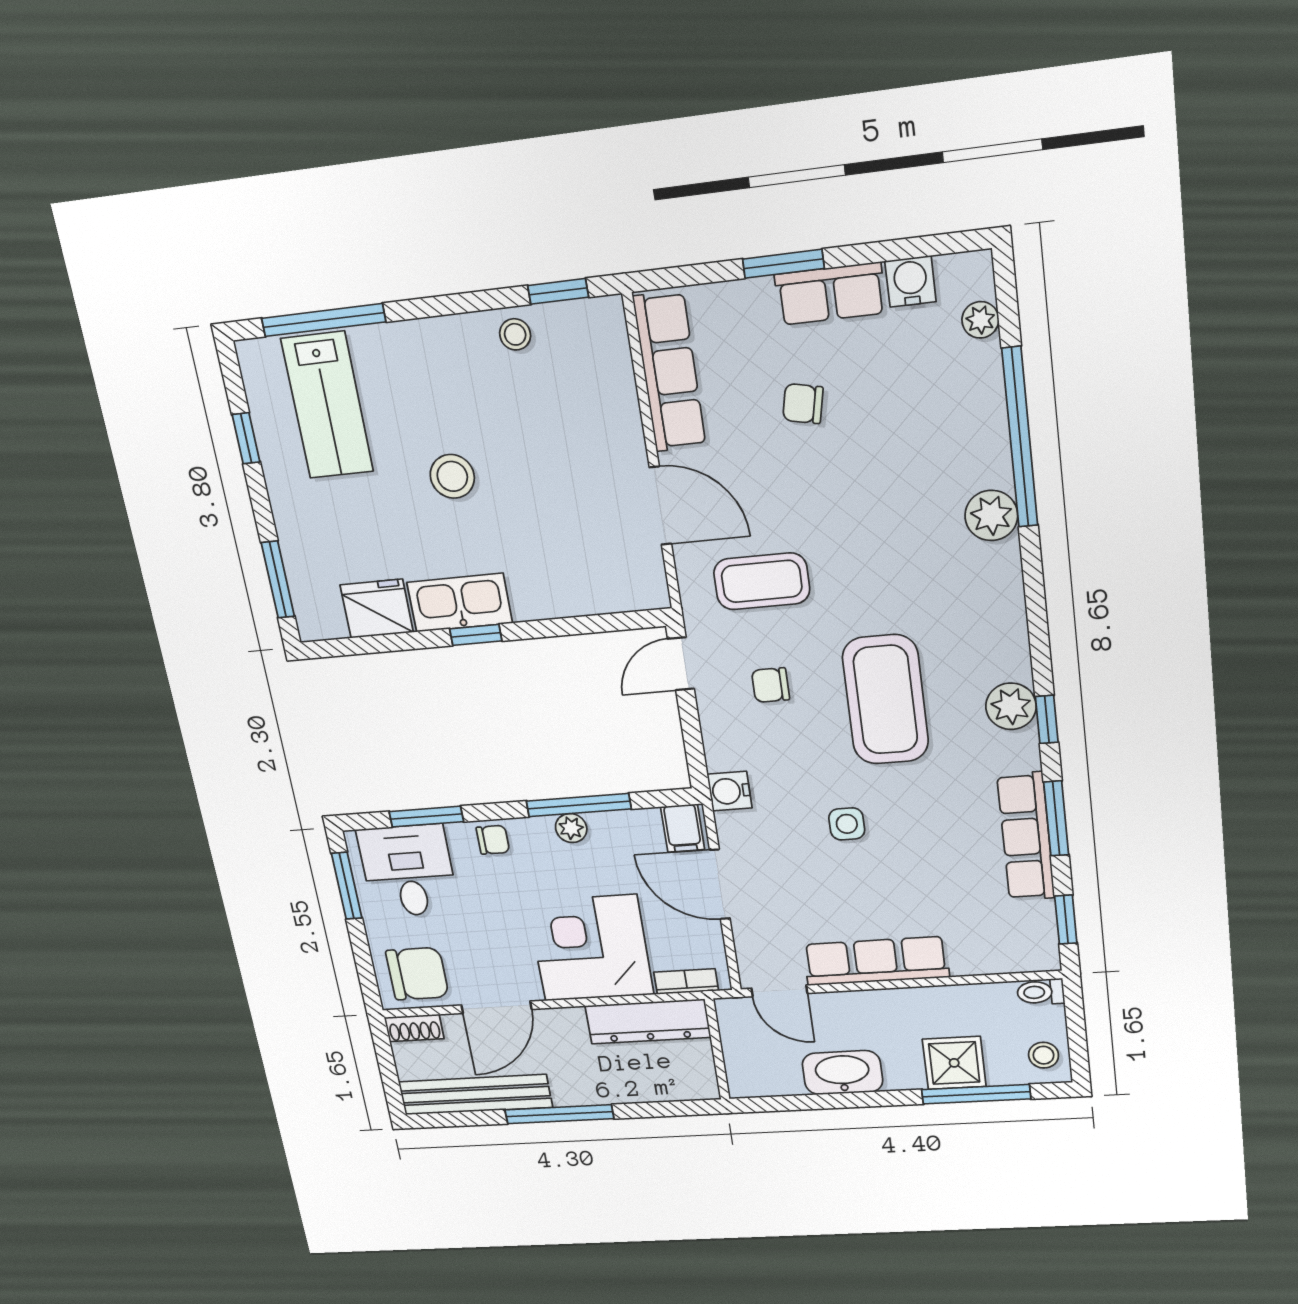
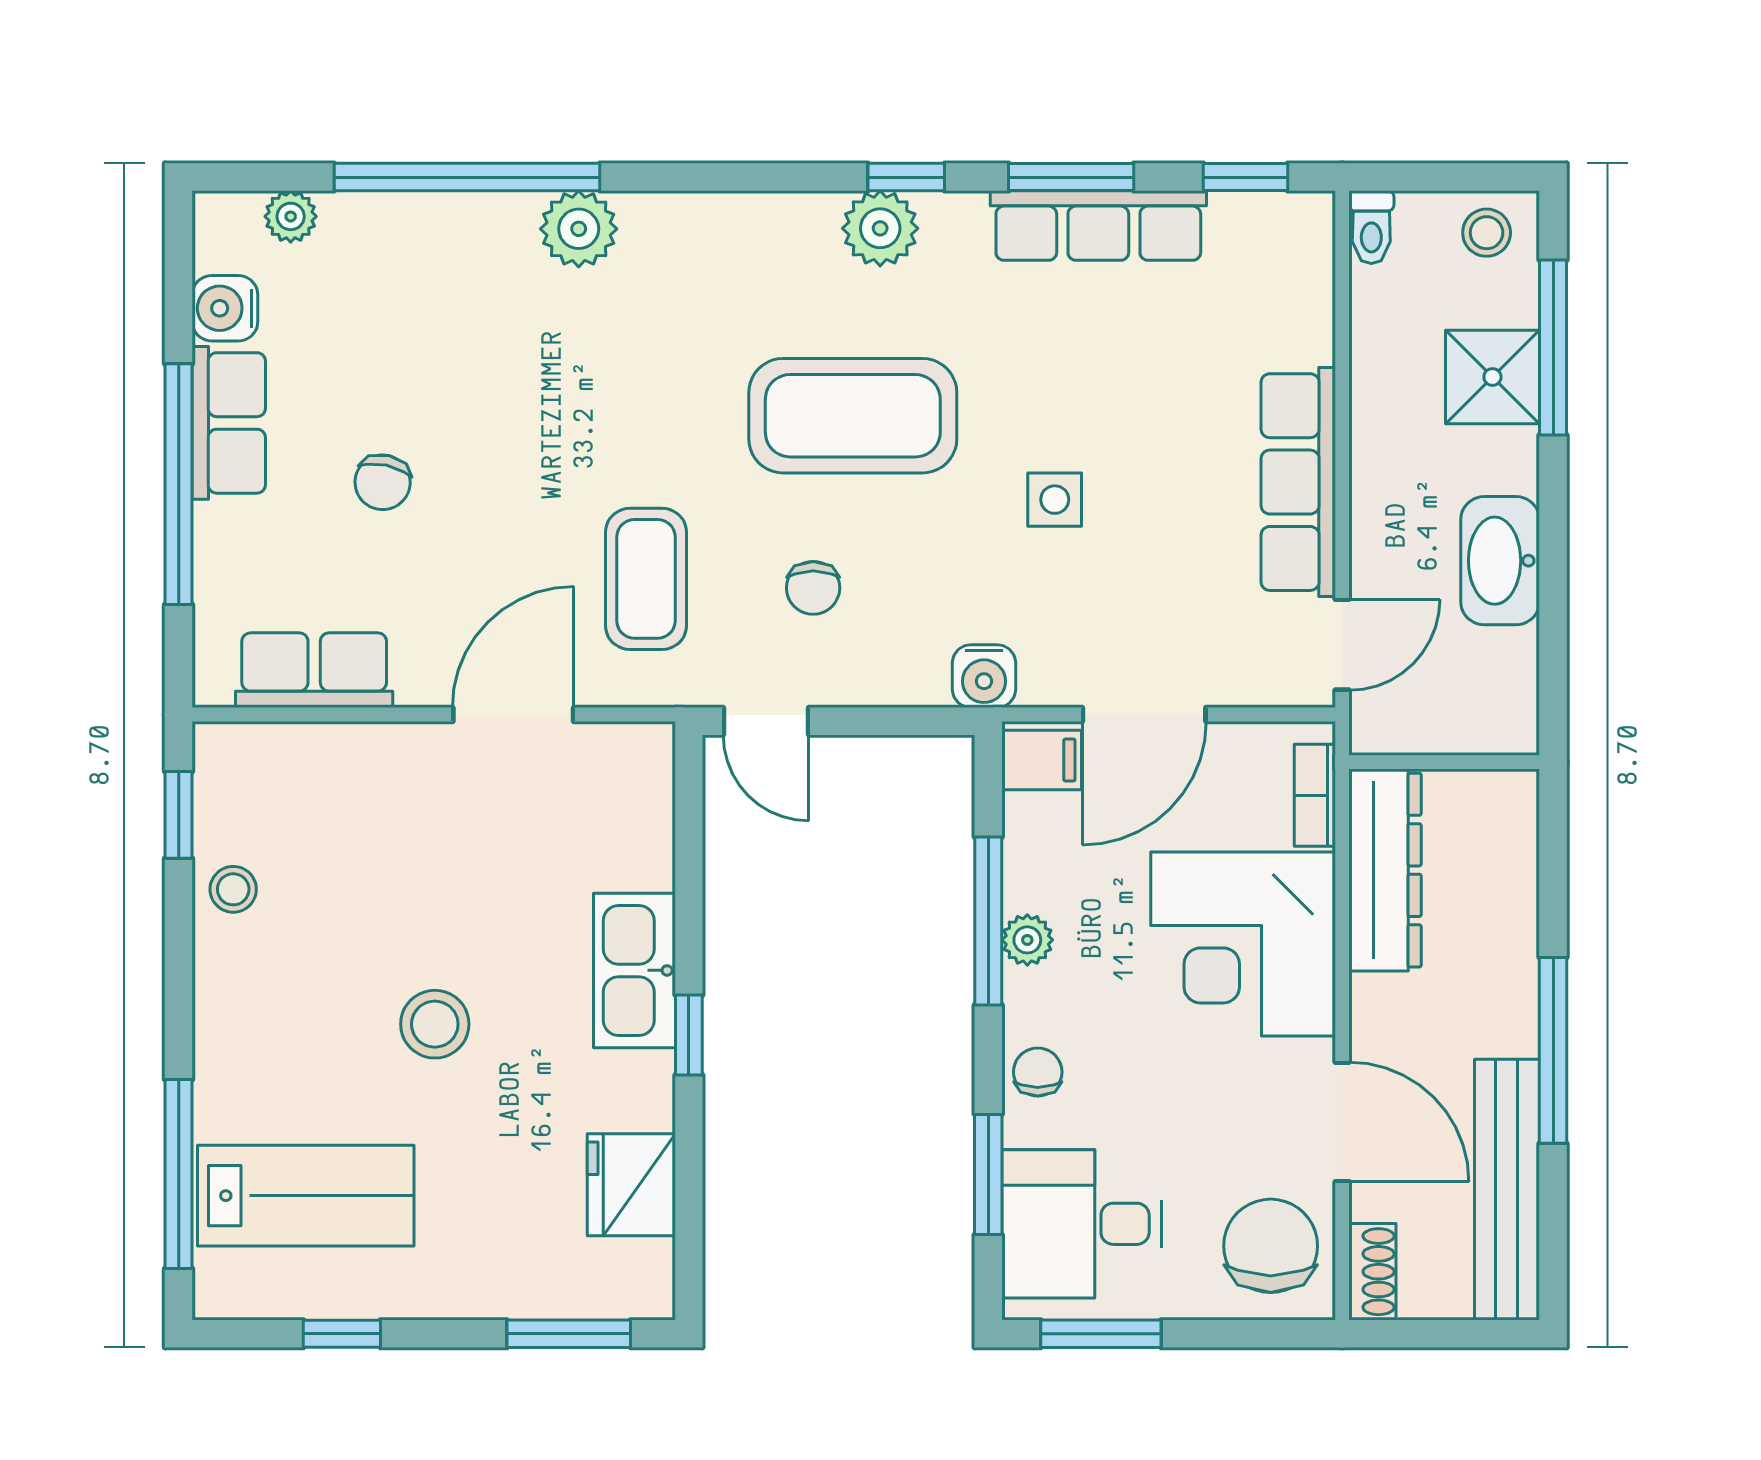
window: (783, 264) -> (179, 484), width x2.11
row of seats: (670, 372) -> (314, 670), width x0.68
kitchen sink: (460, 603) -> (634, 970), moved

